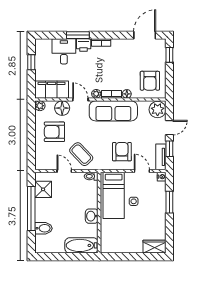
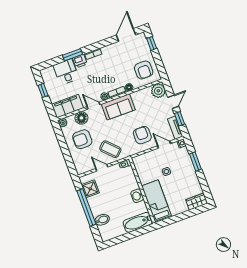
sofa: (113, 111) -> (118, 107), width x0.73
bed: (114, 195) -> (157, 201), moved, turned 180

